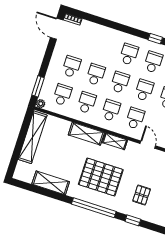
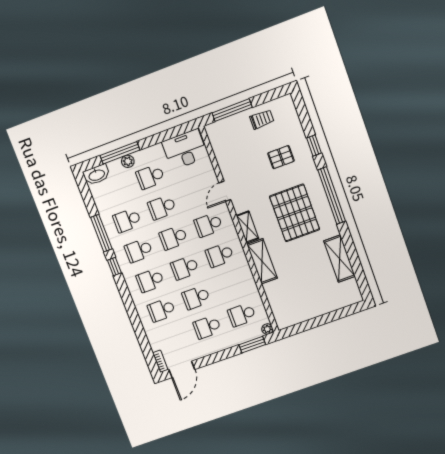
school desk: (87, 103) -> (162, 310), moved
shelving: (33, 137) -> (307, 312), removed

